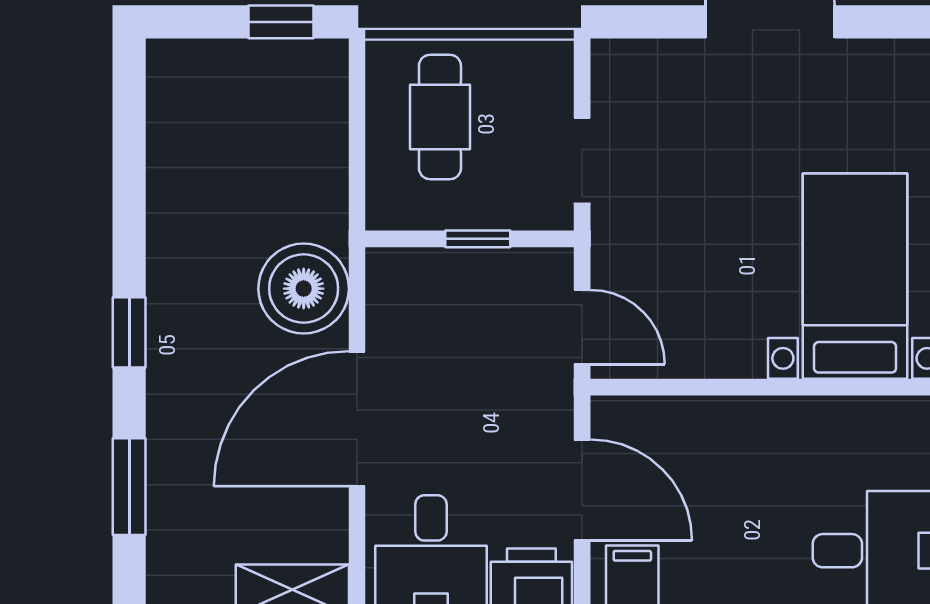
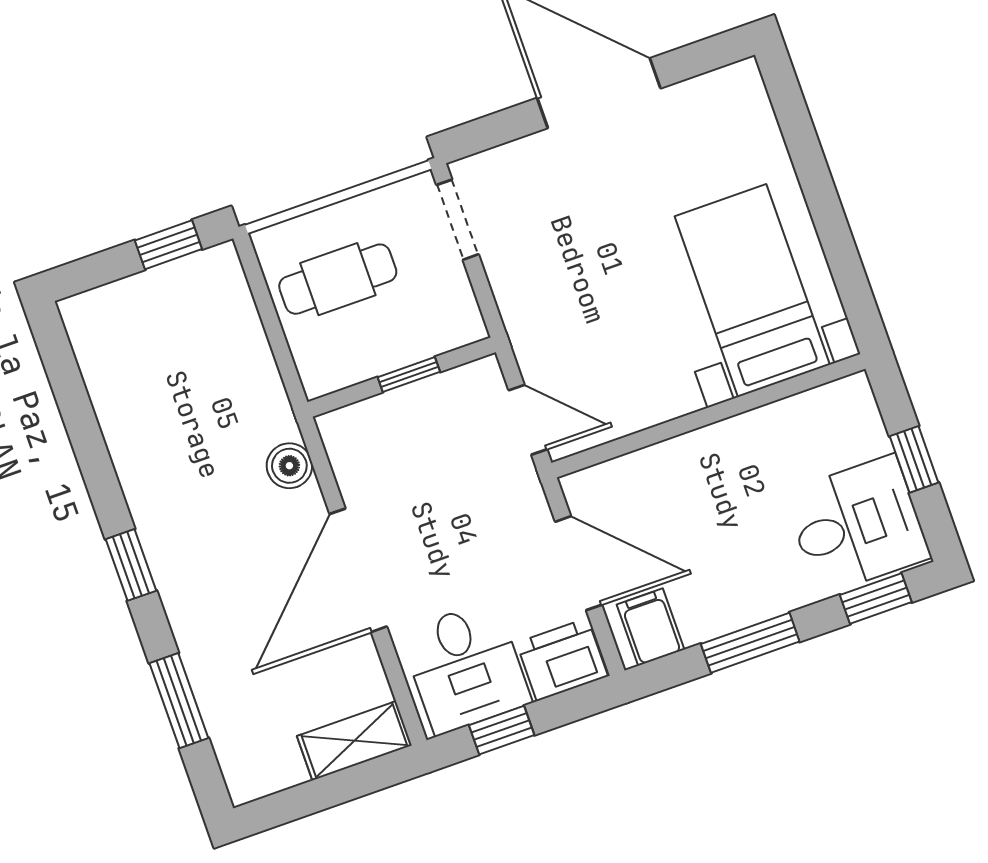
cafe table: (440, 117) -> (338, 279), turned 90
doorway: (582, 161) -> (458, 220), moved
boiler: (304, 289) -> (289, 466), width x0.54, depth x0.54

